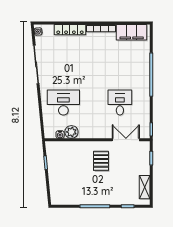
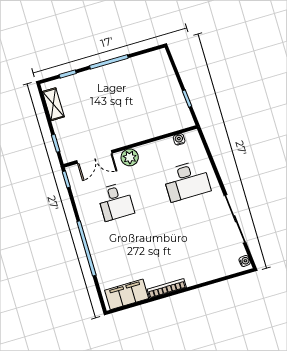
locker: (70, 30) -> (205, 275), removed
plant: (71, 132) -> (130, 157), moved
pallet: (101, 161) -> (118, 121), removed

